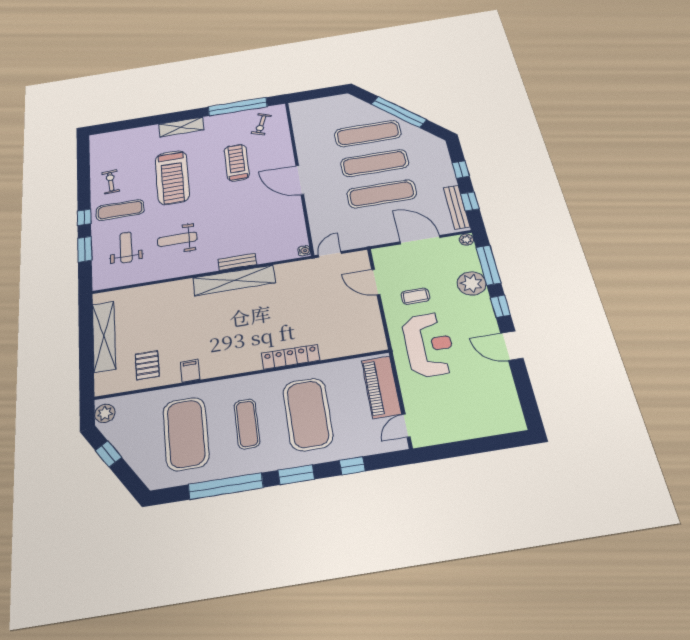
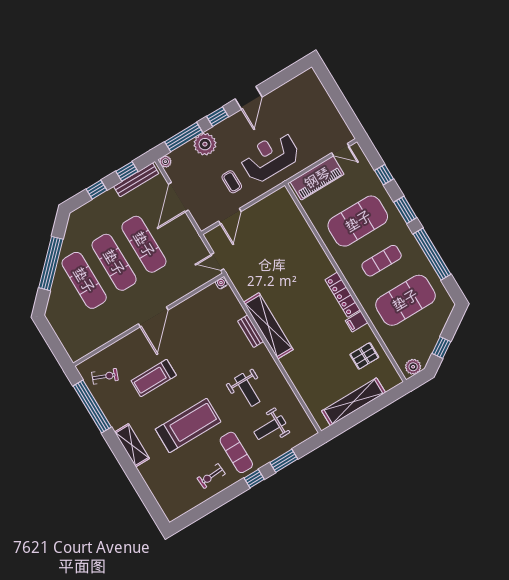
locker: (290, 357) -> (343, 295), moved

